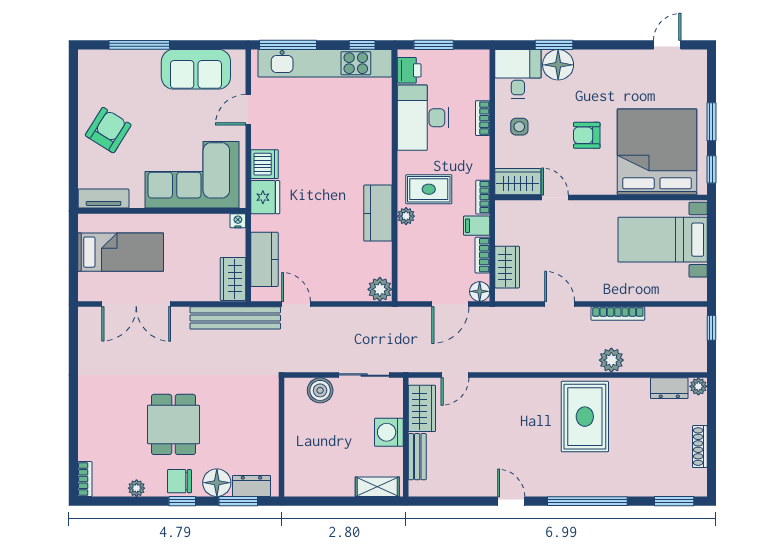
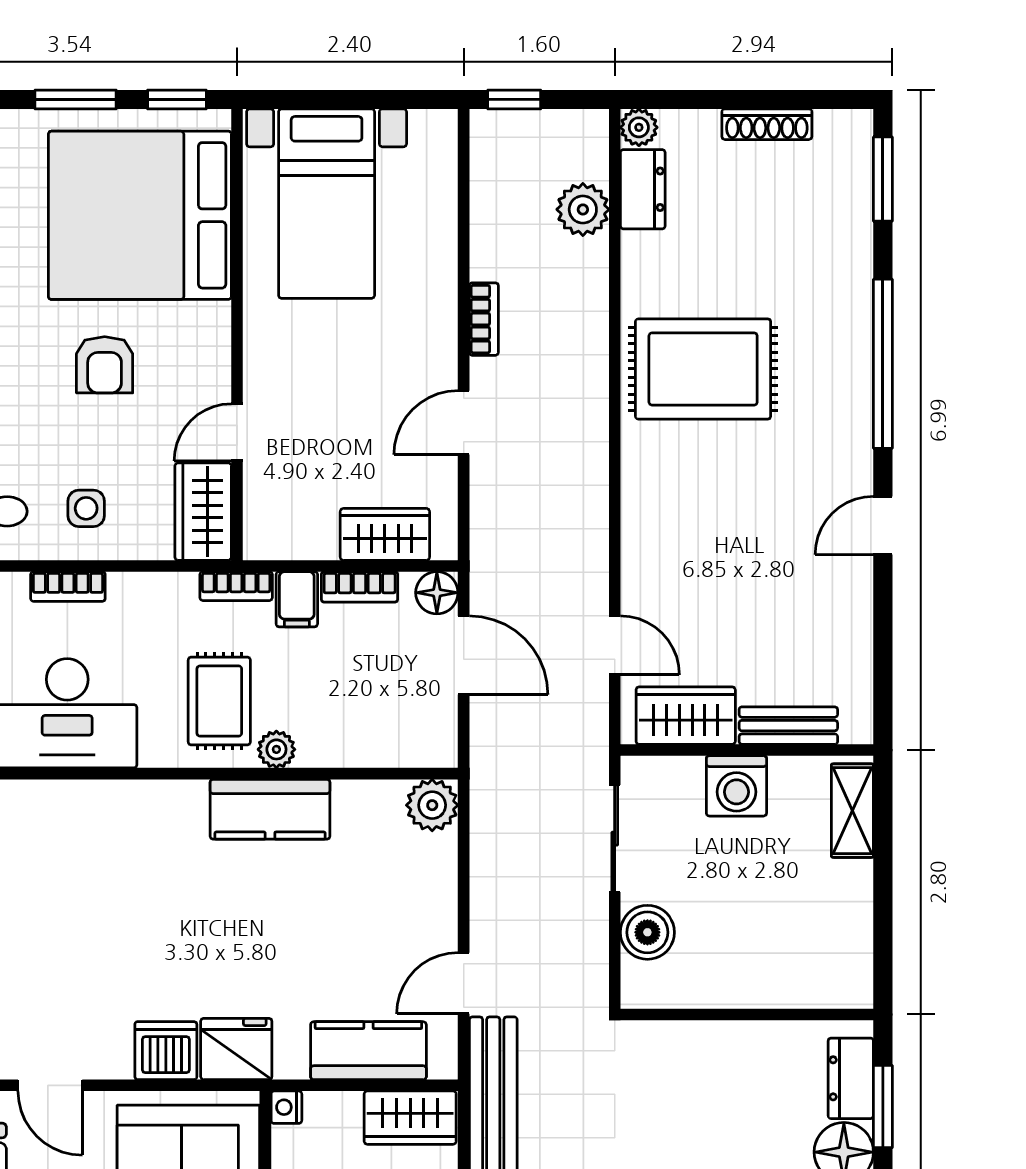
bookcase: (618, 314) -> (484, 319), width x0.64
plant: (611, 360) -> (583, 209), moved

